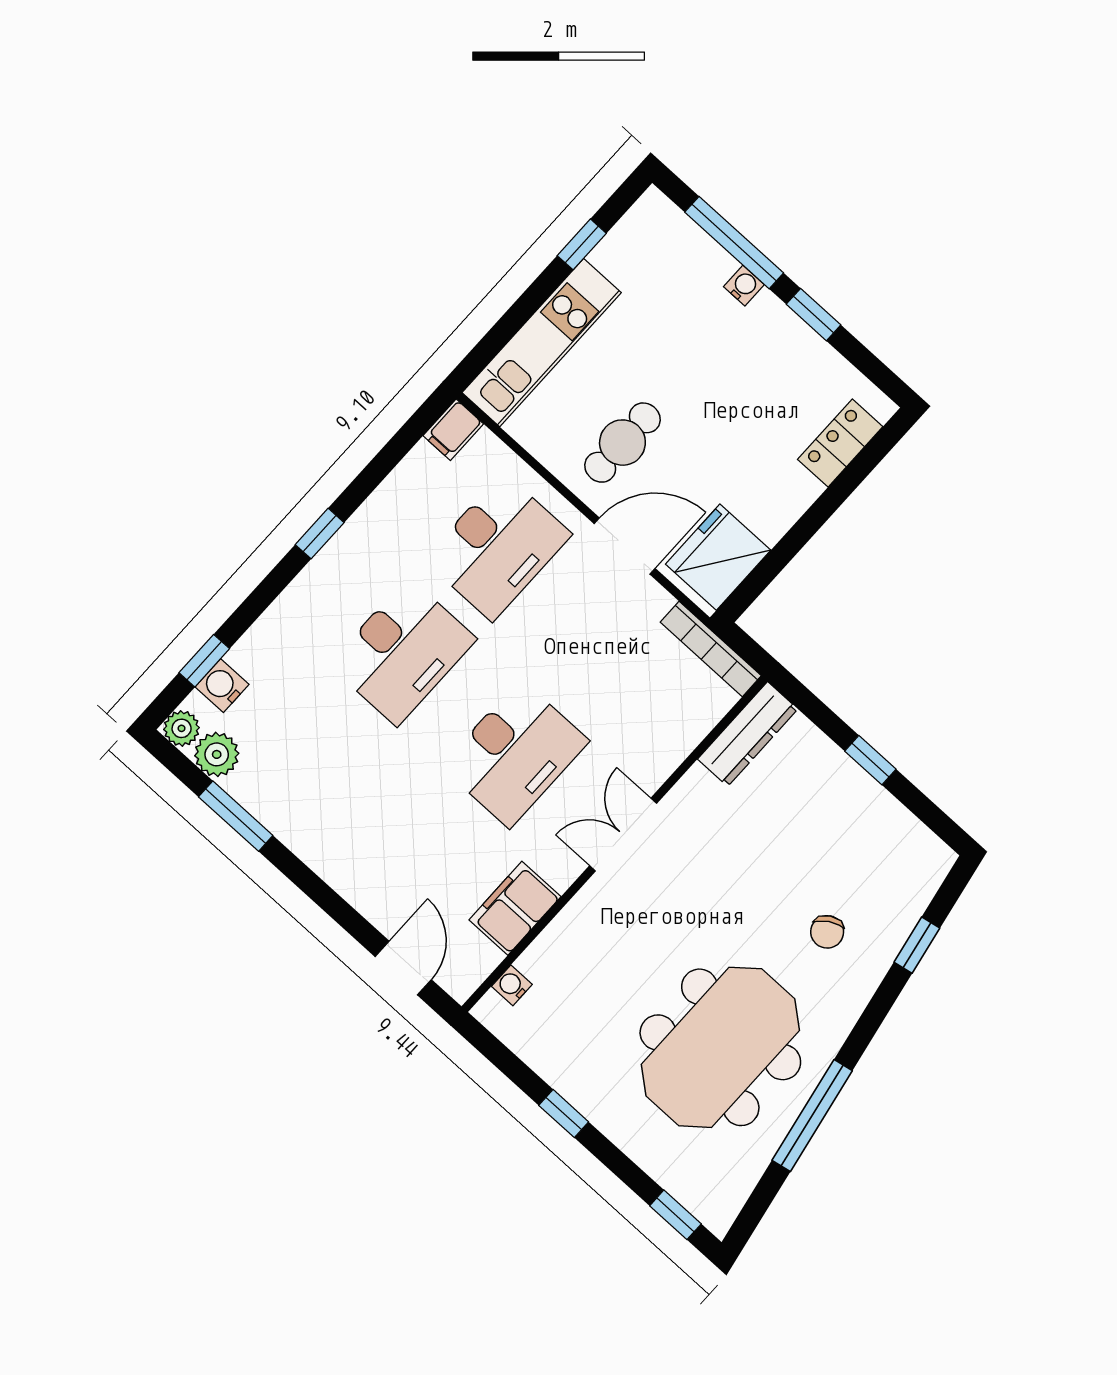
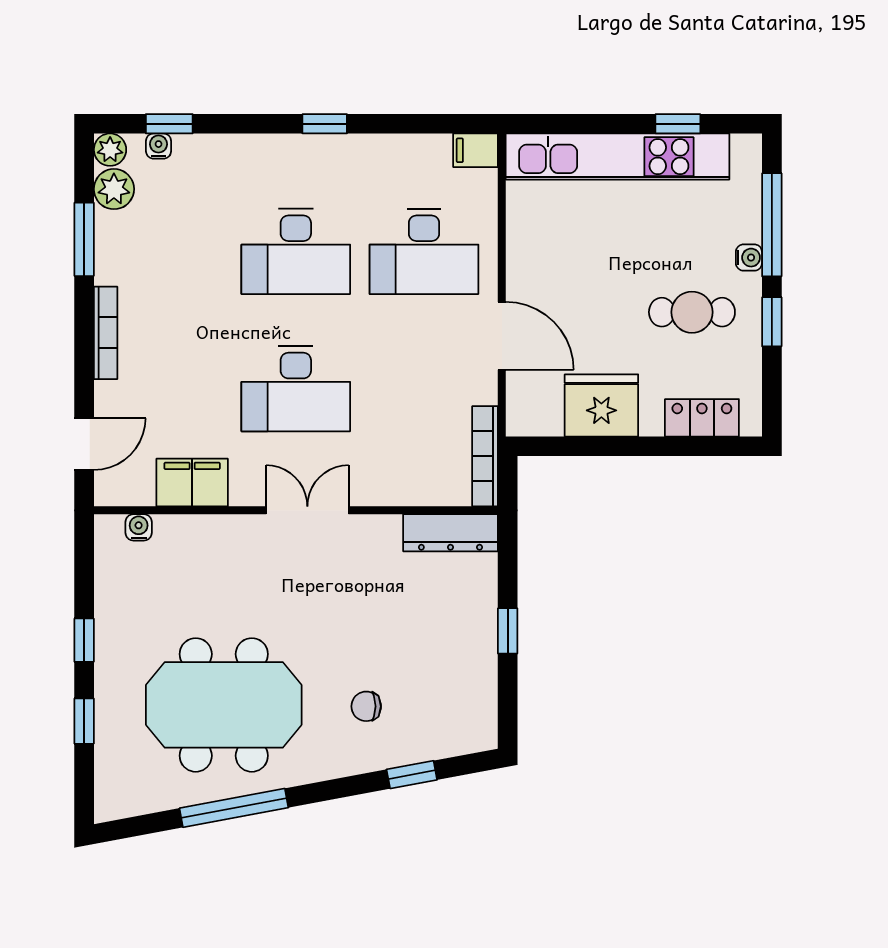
kitchen unit: (542, 343) -> (618, 157), width x1.36
cafe table: (622, 443) -> (692, 312), moved
fridge: (718, 557) -> (601, 405), moved
water cooler: (222, 686) -> (159, 146), width x0.72, depth x0.72
bookcase: (328, 868) -> (106, 333), added
chair: (827, 932) -> (366, 706), turned 31
window: (675, 1215) -> (84, 721), moved

